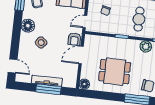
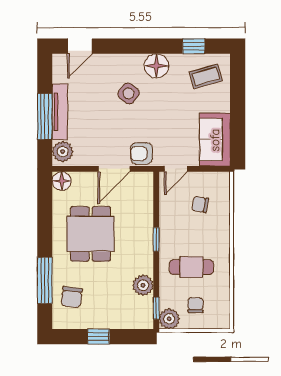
door: (85, 22) -> (176, 169), swing flipped
door: (81, 55) -> (114, 169), swing flipped
plant: (68, 82) -> (63, 152), added

